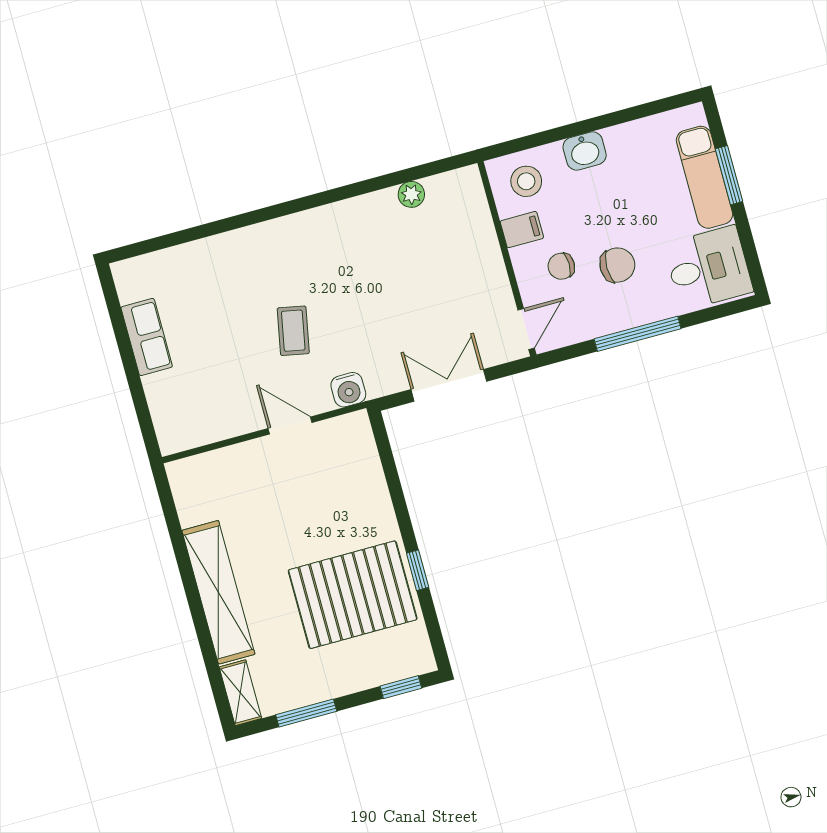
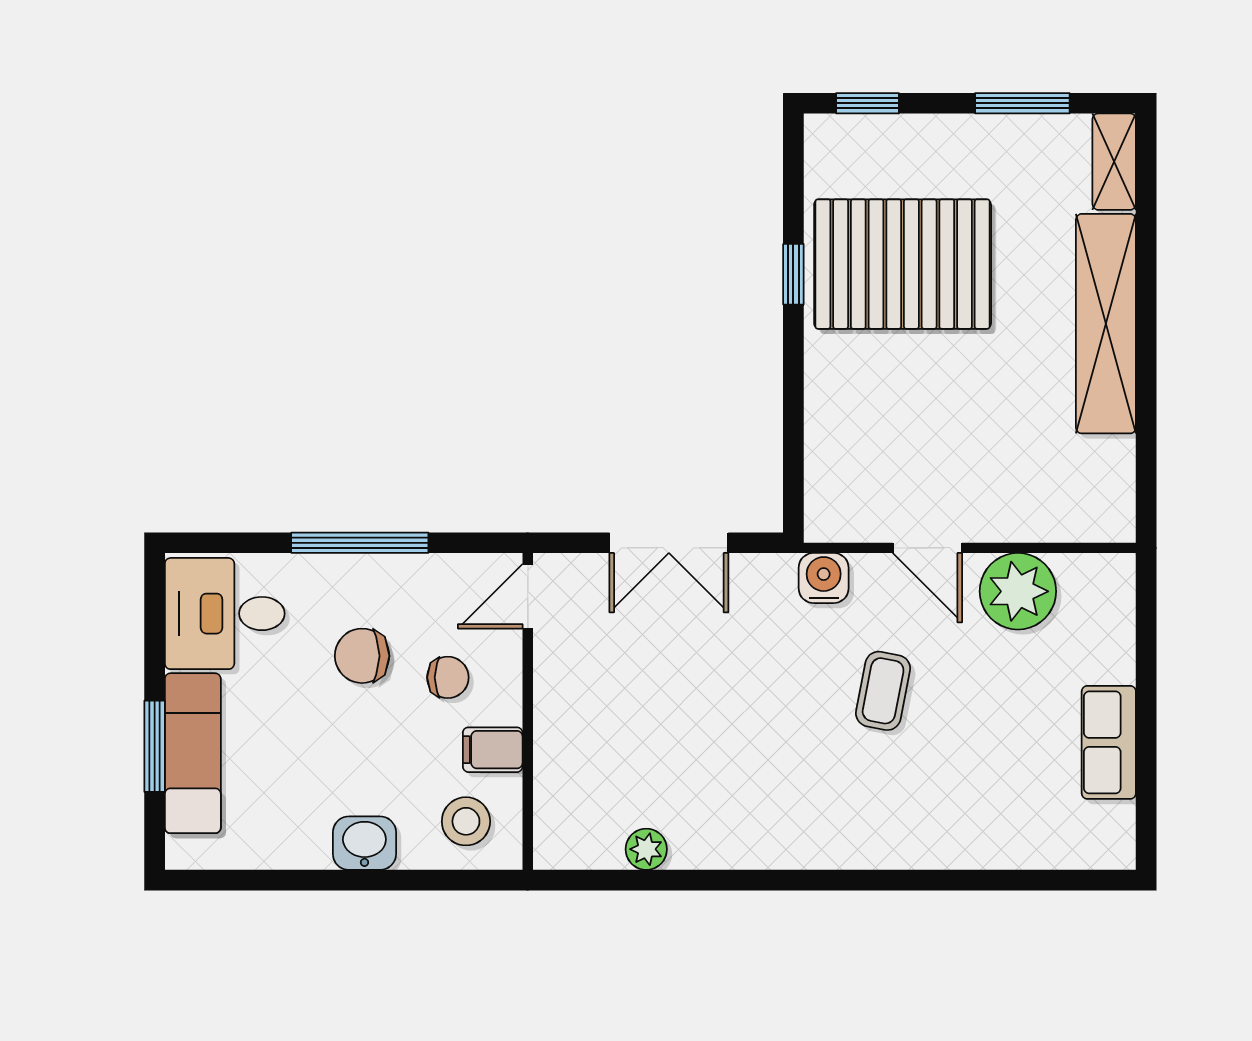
plant: (227, 414) -> (1018, 591), added

